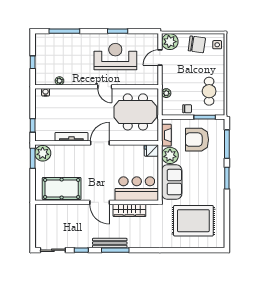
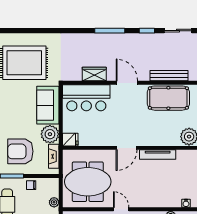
armchair: (197, 140) -> (20, 151), turned 180
wardrobe: (129, 210) -> (94, 74), width x0.67
bench: (110, 243) -> (169, 76), moved

